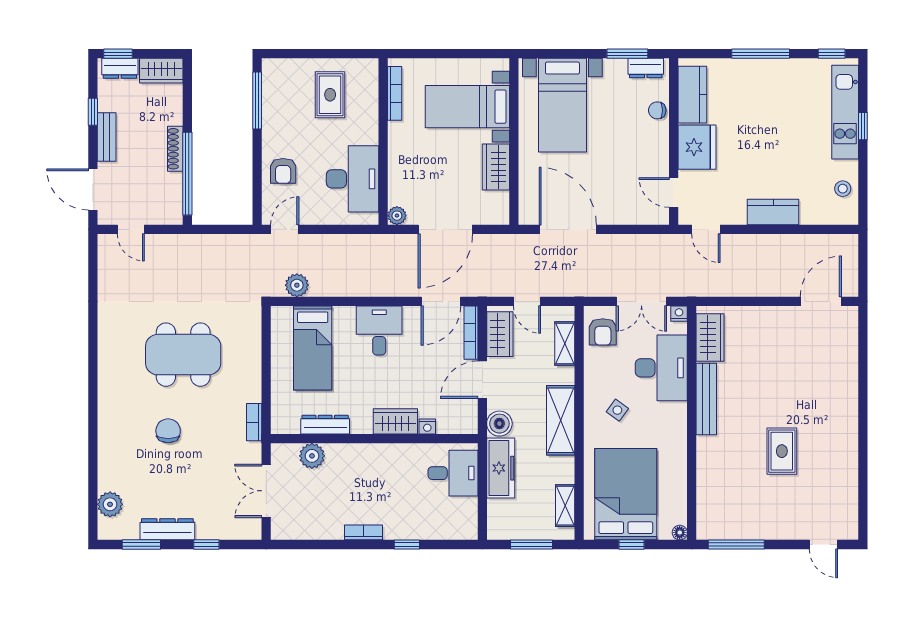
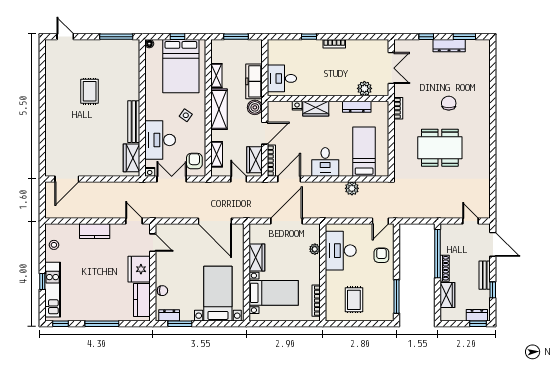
wardrobe: (161, 71) -> (447, 295), moved, turned 90
plant: (397, 216) -> (315, 249), moved
plant: (297, 285) -> (352, 188), moved
chair: (168, 431) -> (449, 103), turned 180
plant: (110, 504) -> (483, 60), removed
shelving: (565, 506) -> (216, 76), moved

